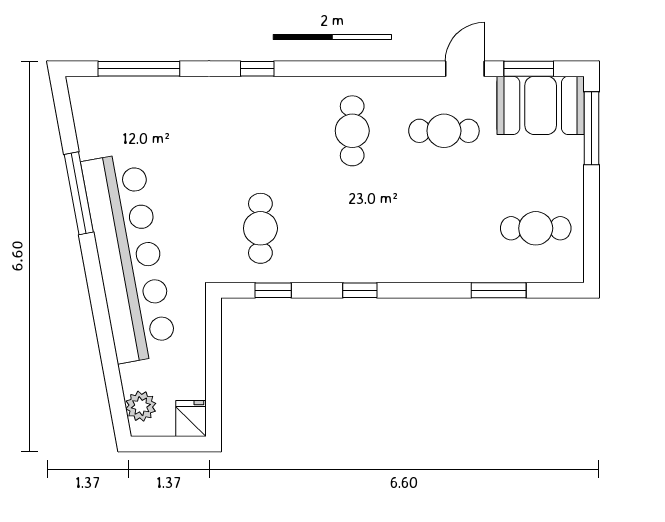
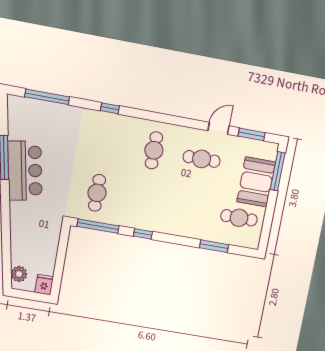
booth: (541, 105) -> (256, 182), moved, turned 90
bar counter: (129, 257) -> (25, 171), width x0.54
window: (273, 290) -> (98, 226), width x2.17

